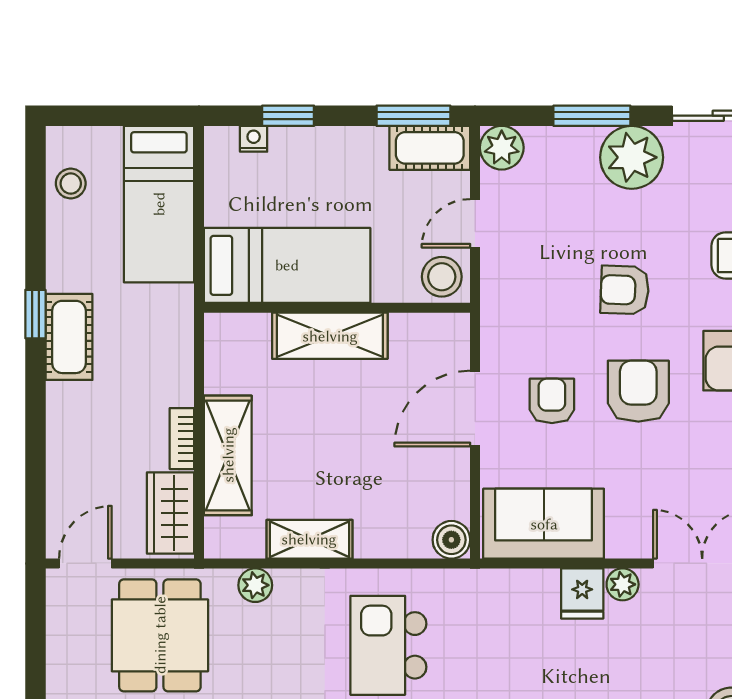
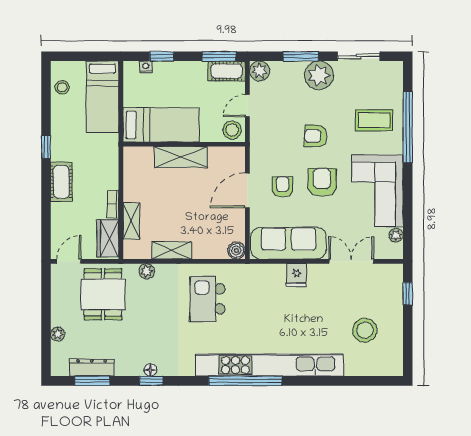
cot: (69, 337) -> (61, 182), moved
shelving: (228, 455) -> (131, 221), width x0.67, depth x0.75
sofa: (544, 524) -> (289, 243), width x1.36
plant: (623, 584) -> (315, 271), removed

